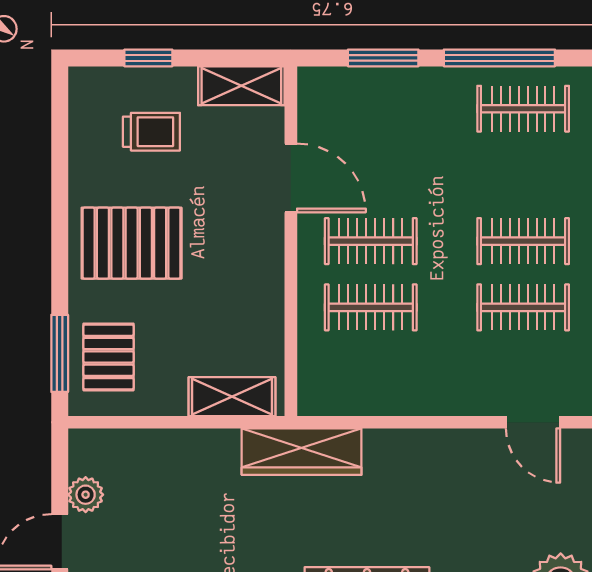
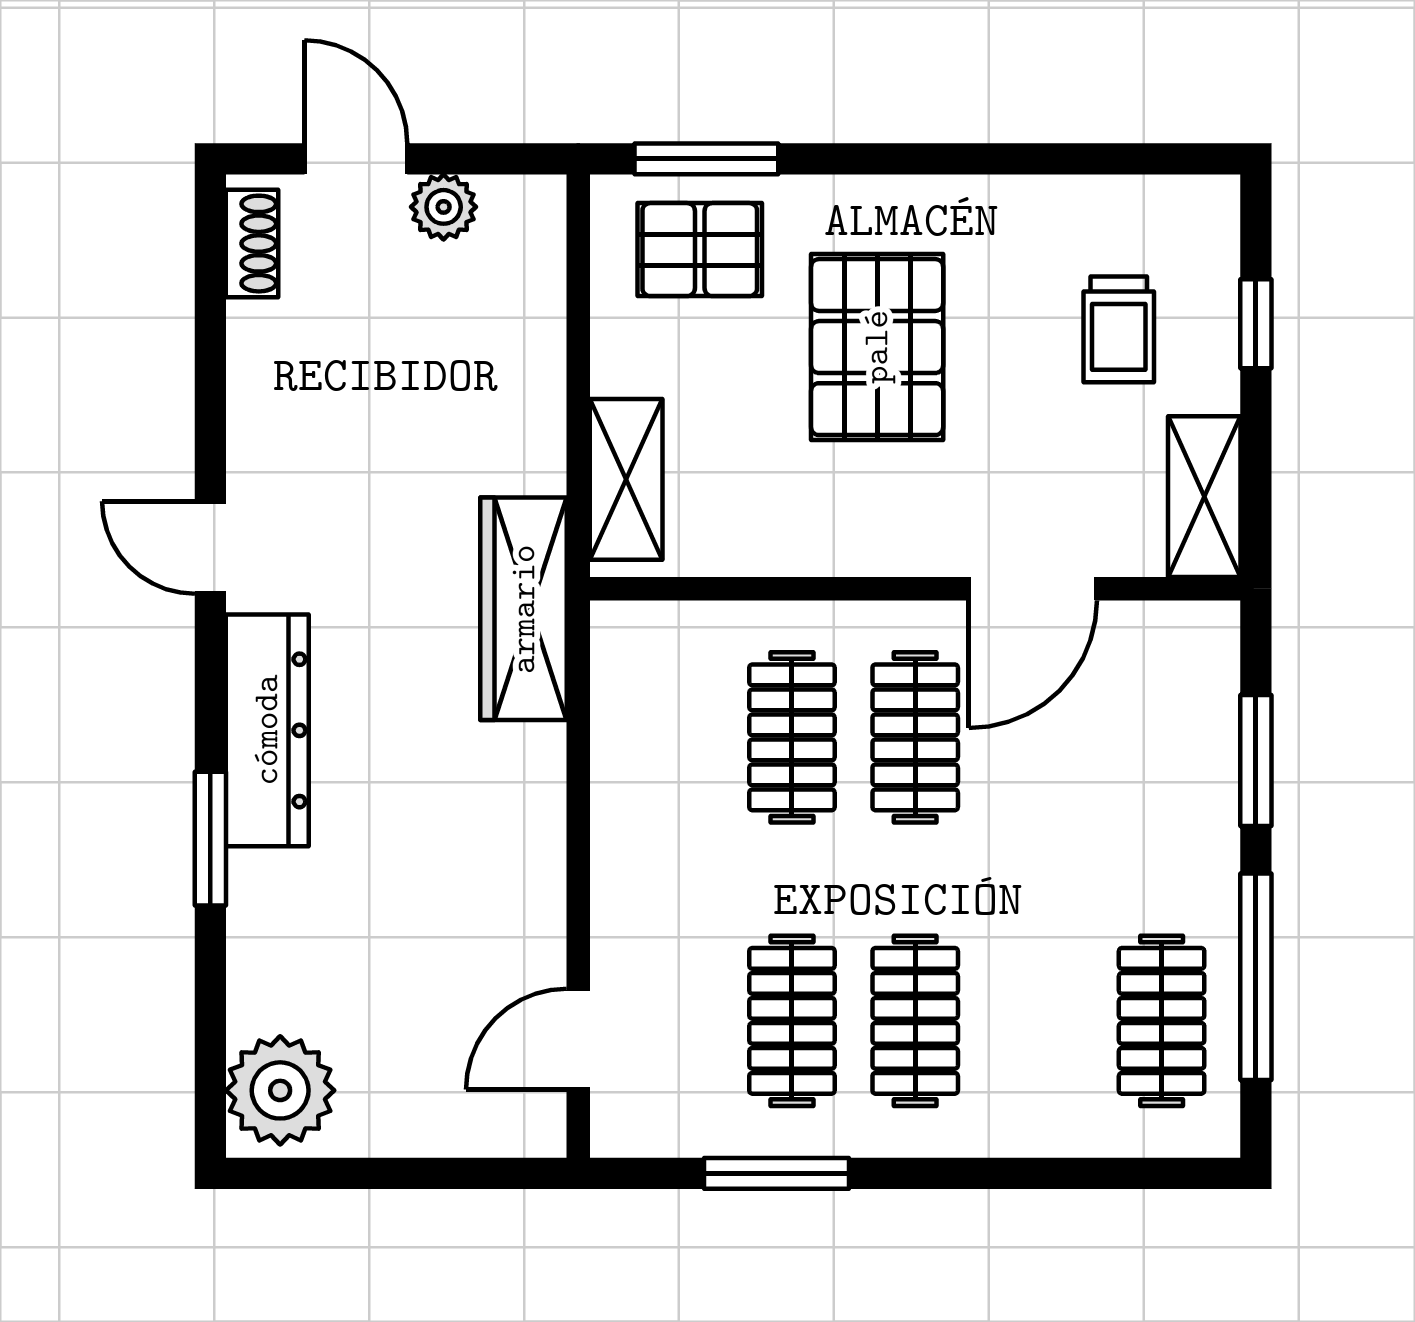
pallet: (132, 243) -> (877, 347), moved

